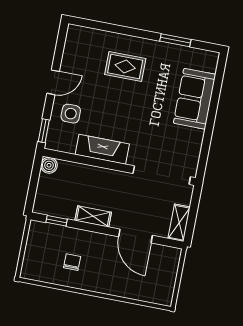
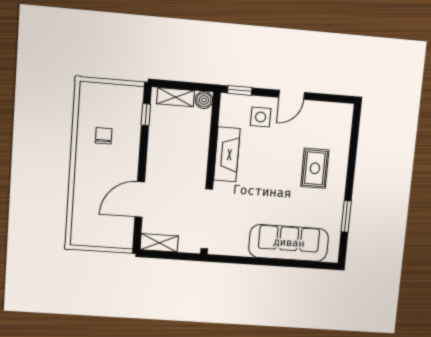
door: (53, 82) -> (291, 95), hinge flipped
sofa: (195, 99) -> (289, 243), width x1.36
shelving: (93, 216) -> (176, 97), moved, turned 90
chair: (72, 262) -> (104, 136), turned -90

